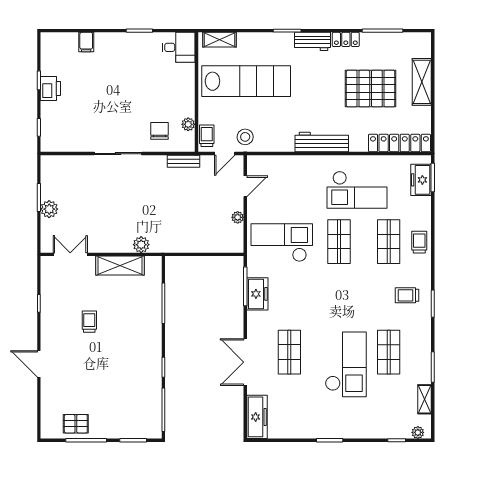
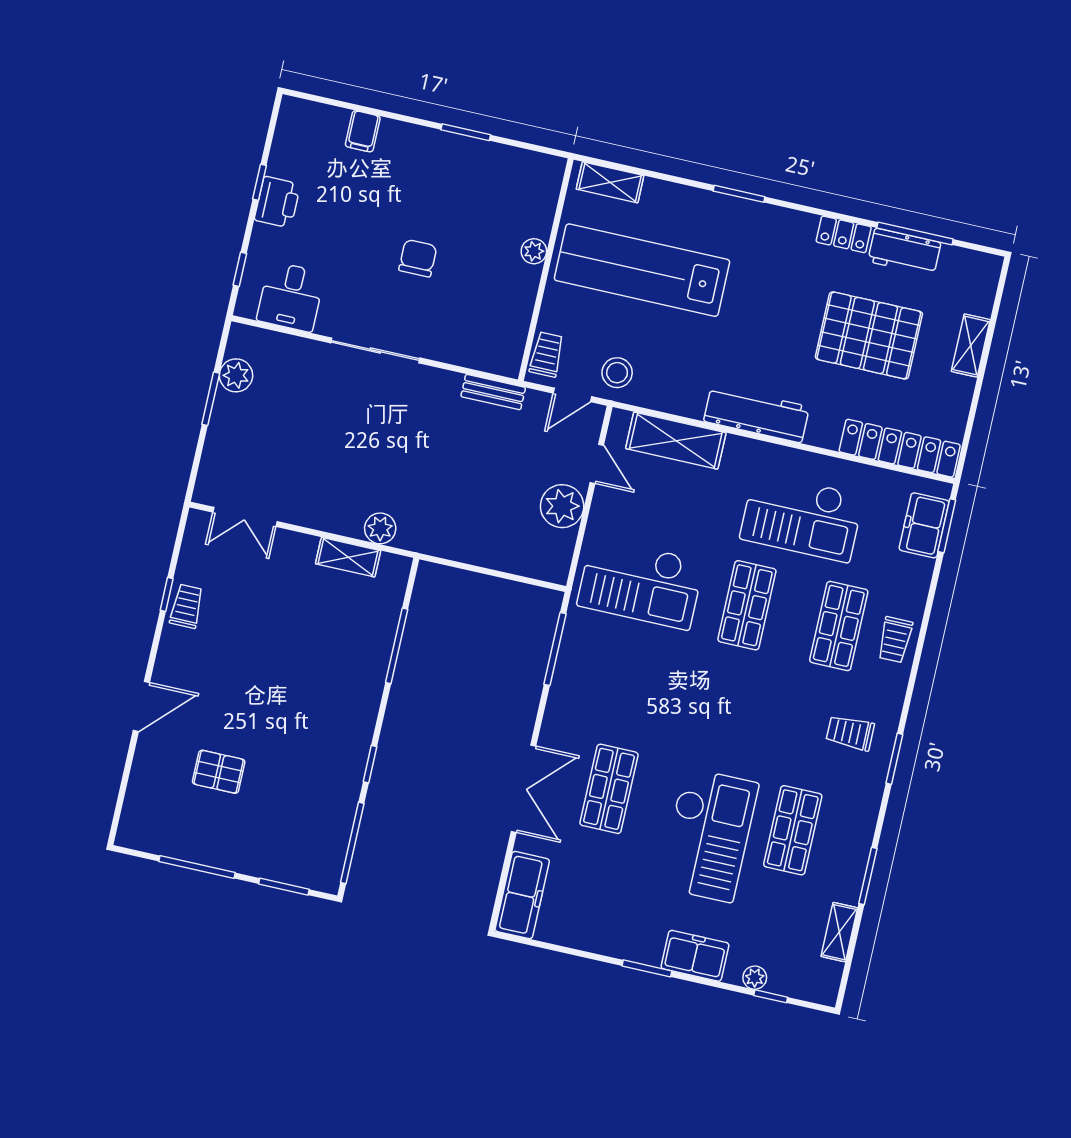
workbench: (313, 41) -> (904, 252), moved
desk: (179, 47) -> (291, 297), moved, turned 90
lab bench: (246, 81) -> (642, 270), turned 180
shelving: (422, 82) -> (971, 346), width x0.67, depth x0.75
plant: (188, 124) -> (534, 251), moved
chair: (159, 131) -> (418, 258), moved
shelving: (283, 165) -> (676, 441), added
door: (245, 186) -> (597, 464), hinge flipped
plant: (49, 209) -> (236, 375), moved
plant: (238, 217) -> (562, 506), width x1.88, depth x1.88
trolley: (419, 242) -> (895, 640), turned 180
checkout: (282, 243) -> (641, 583), turned 180
double door: (70, 254) -> (245, 517), swing flipped
shelving: (120, 266) -> (348, 557), width x0.67, depth x0.75
freezer: (257, 294) -> (695, 956), moved, turned -90
trolley: (89, 322) -> (187, 606), moved
double door: (245, 362) -> (524, 789), swing flipped
door: (39, 364) -> (141, 706), swing flipped
pallet: (76, 424) -> (219, 772), moved
plant: (418, 432) -> (755, 978), moved

